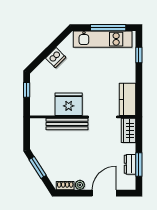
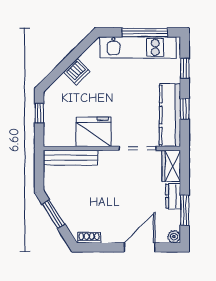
window: (139, 86) -> (185, 109), added
kitchen counter: (127, 99) -> (170, 115), width x1.50
bench: (67, 124) -> (71, 158), moved
dresser: (130, 164) -> (173, 196), moved
plant: (80, 185) -> (174, 237), moved

